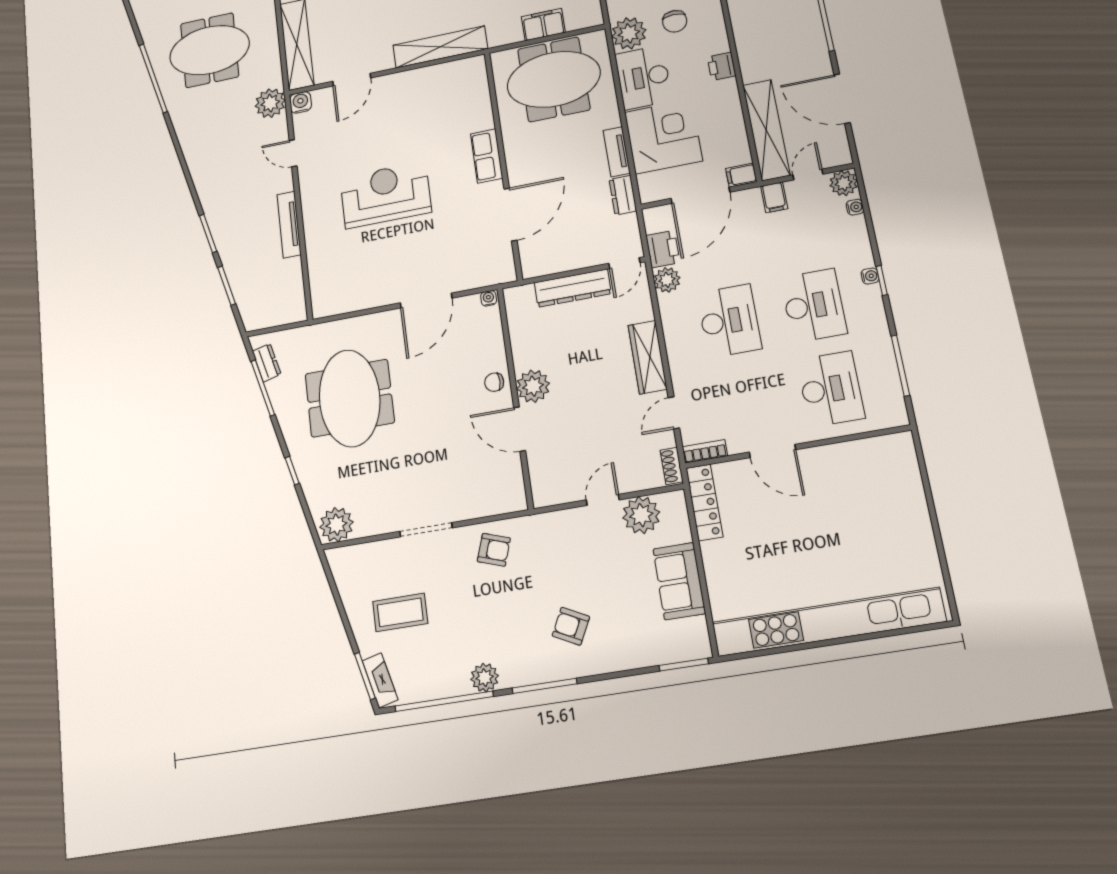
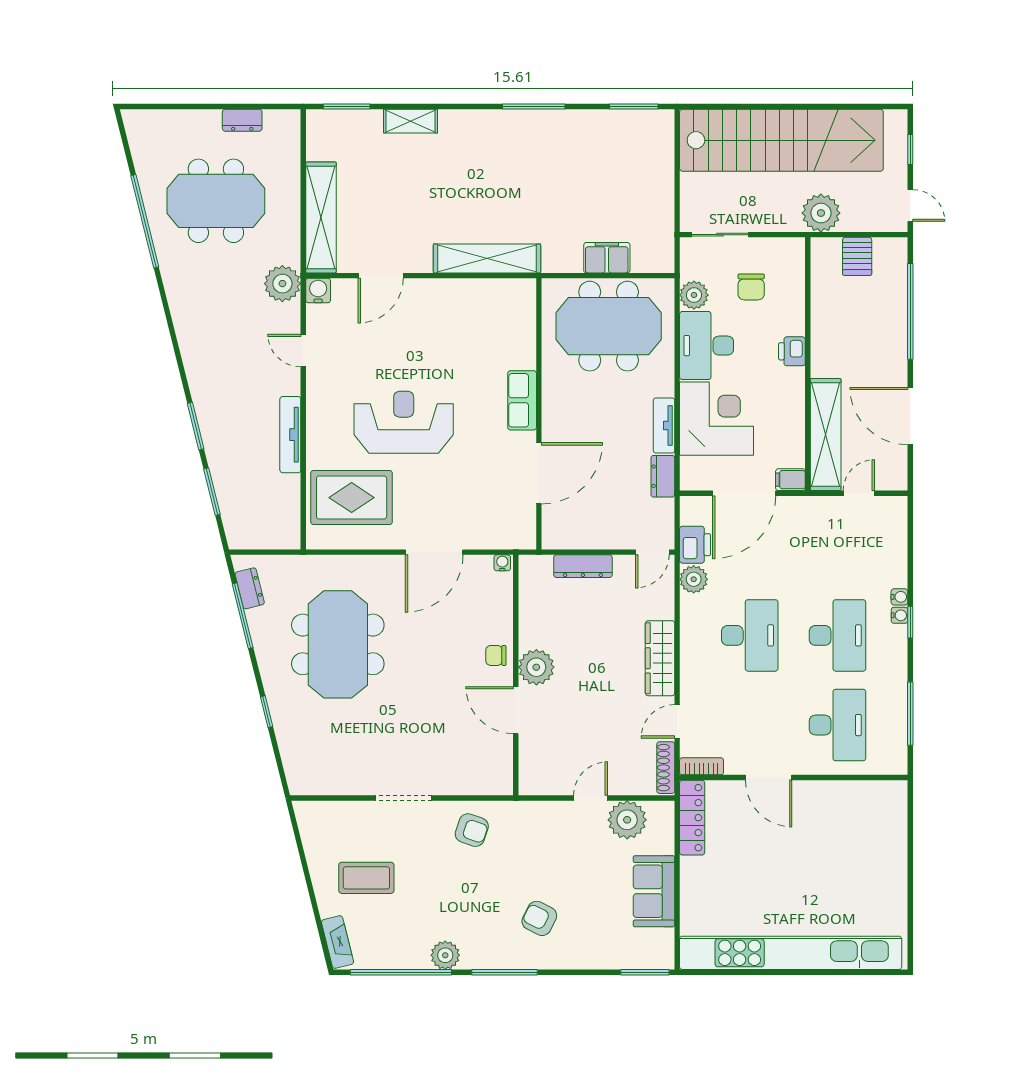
plant: (629, 33) -> (694, 295), width x0.73, depth x0.73
plant: (844, 183) -> (893, 510), removed
filing cabinet: (774, 197) -> (820, 511), removed
water cooler: (855, 207) -> (899, 597), moved
rug: (348, 267) -> (352, 498), added
dresser: (573, 288) -> (583, 566), width x0.73, depth x0.80
shoe rack: (672, 466) -> (666, 768), width x1.43
plant: (336, 525) -> (309, 777), removed
window: (365, 676) -> (322, 936), removed

